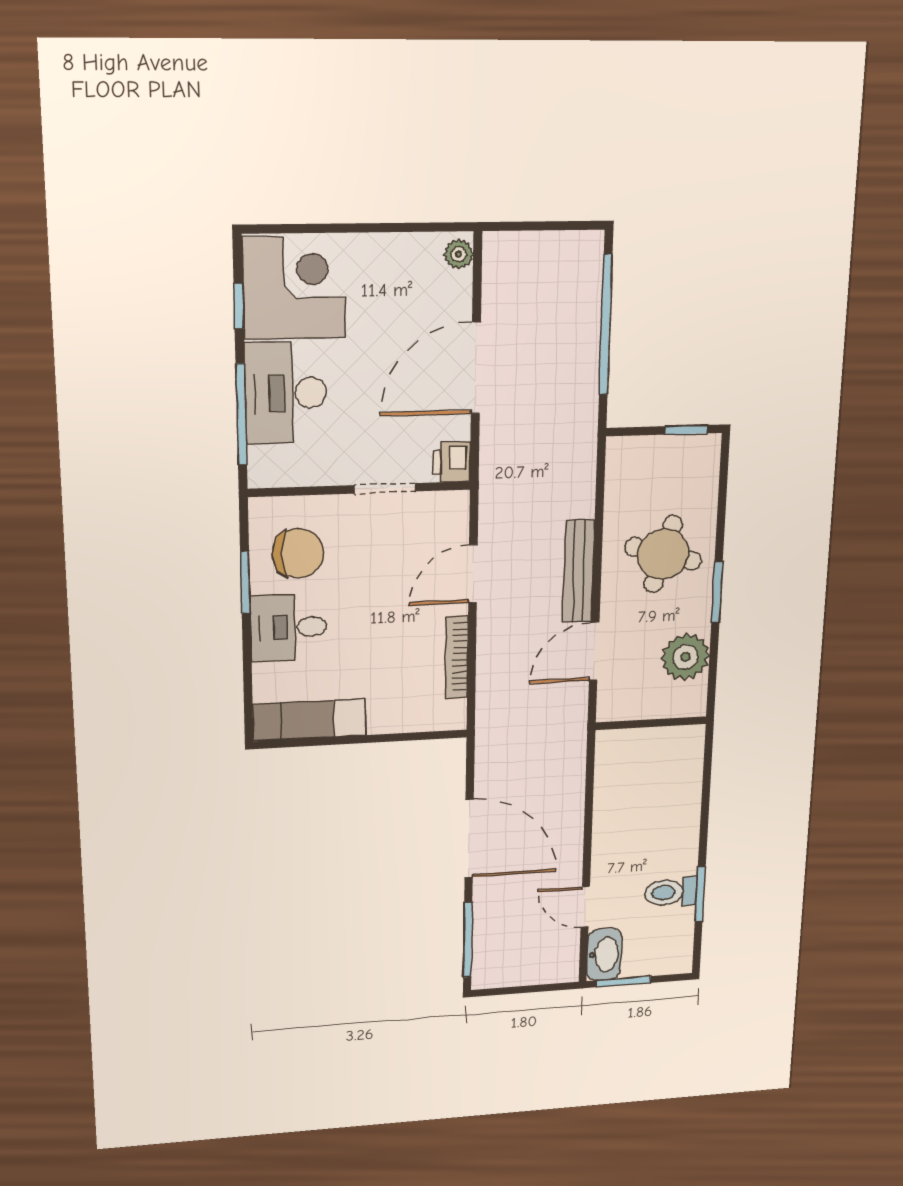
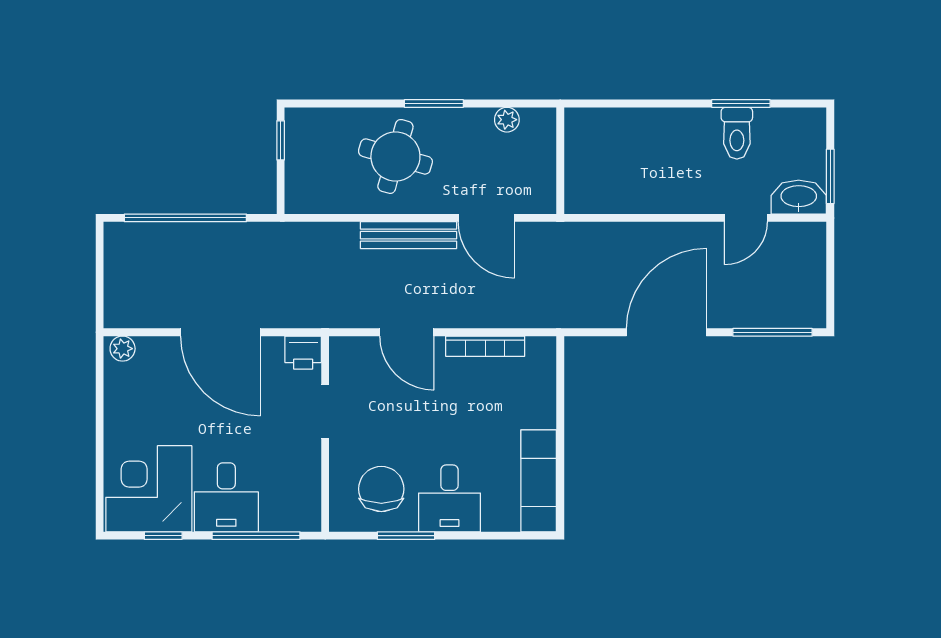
desk: (286, 393) -> (226, 497), width x0.73
plant: (685, 657) -> (507, 120), width x0.53, depth x0.53

